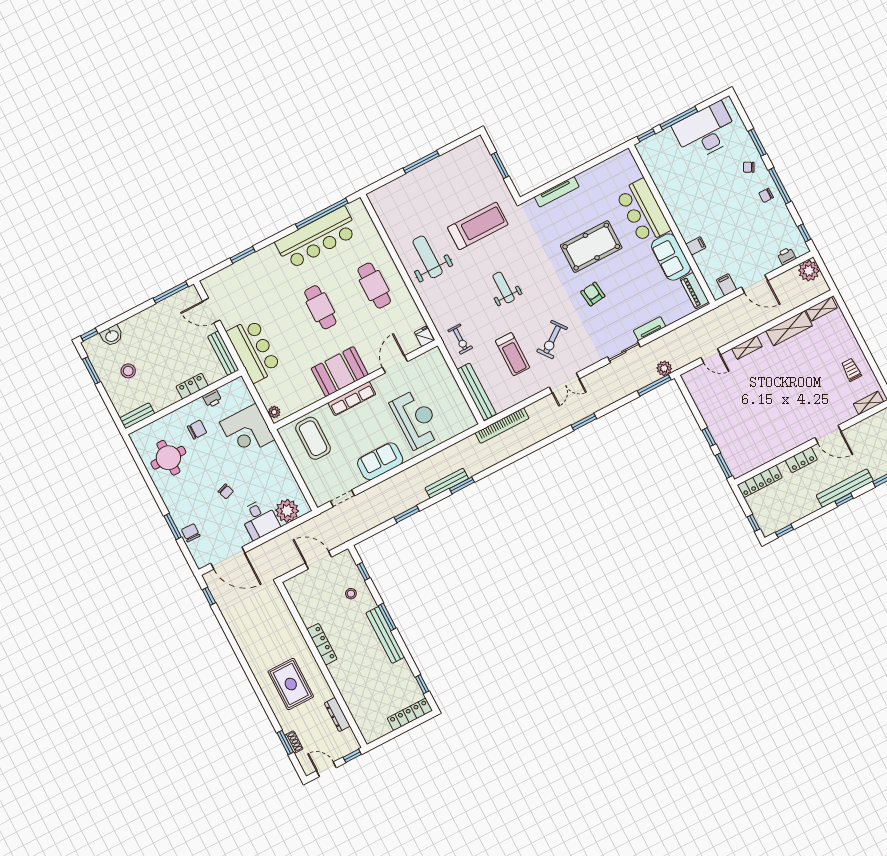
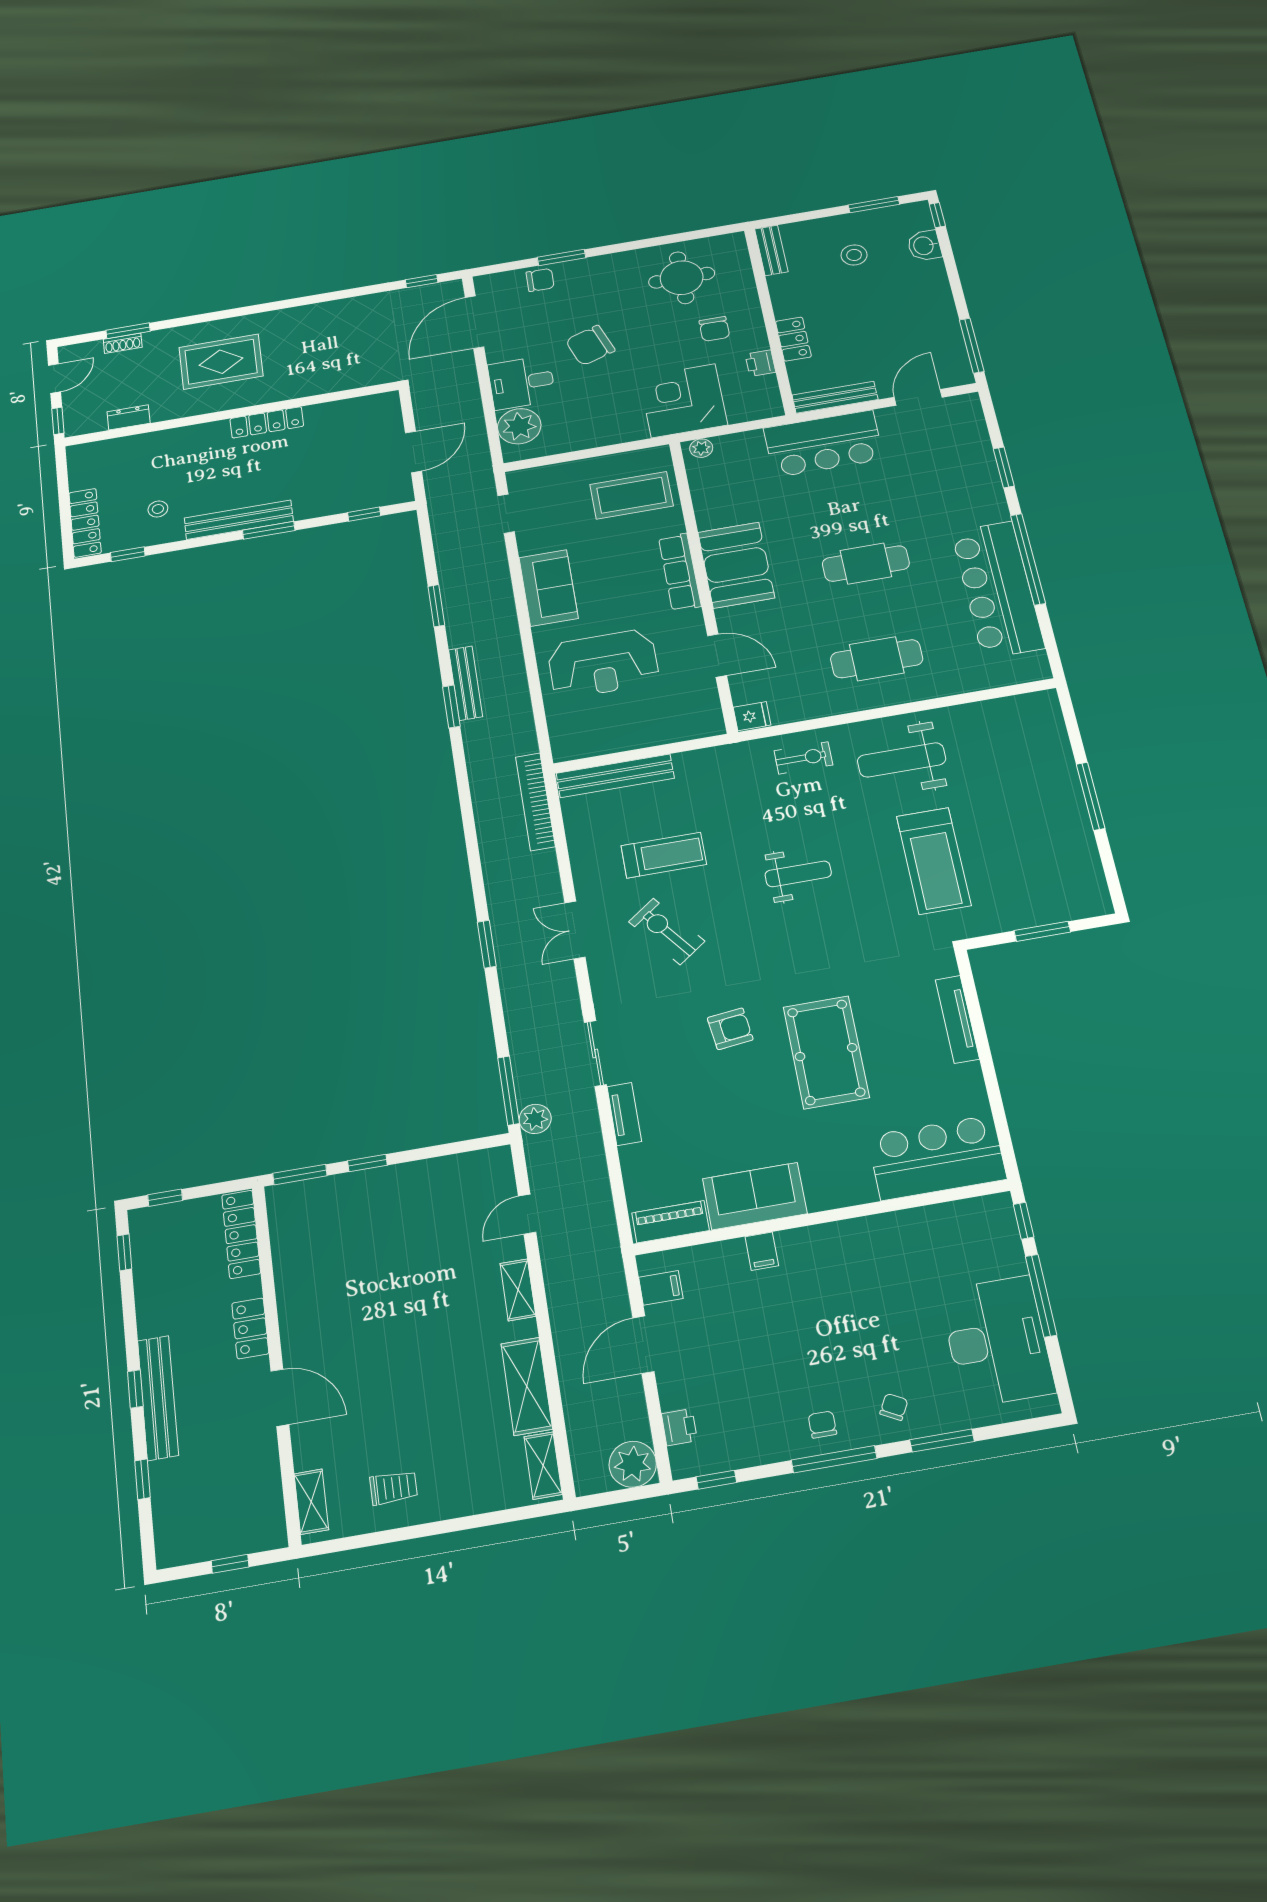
bar counter: (643, 211) -> (937, 1157), moved
window: (322, 214) -> (1028, 559), moved
weight bench: (428, 257) -> (902, 760), turned 180
exercise bike: (460, 339) -> (803, 758), moved, turned 180
treadmill: (513, 354) -> (664, 855), turned 180
door: (828, 434) -> (280, 1398), swing flipped
chair: (226, 491) -> (590, 345), width x1.87, depth x1.87
stool: (351, 594) -> (158, 509), moved
dresser: (337, 715) -> (129, 417), width x0.70

